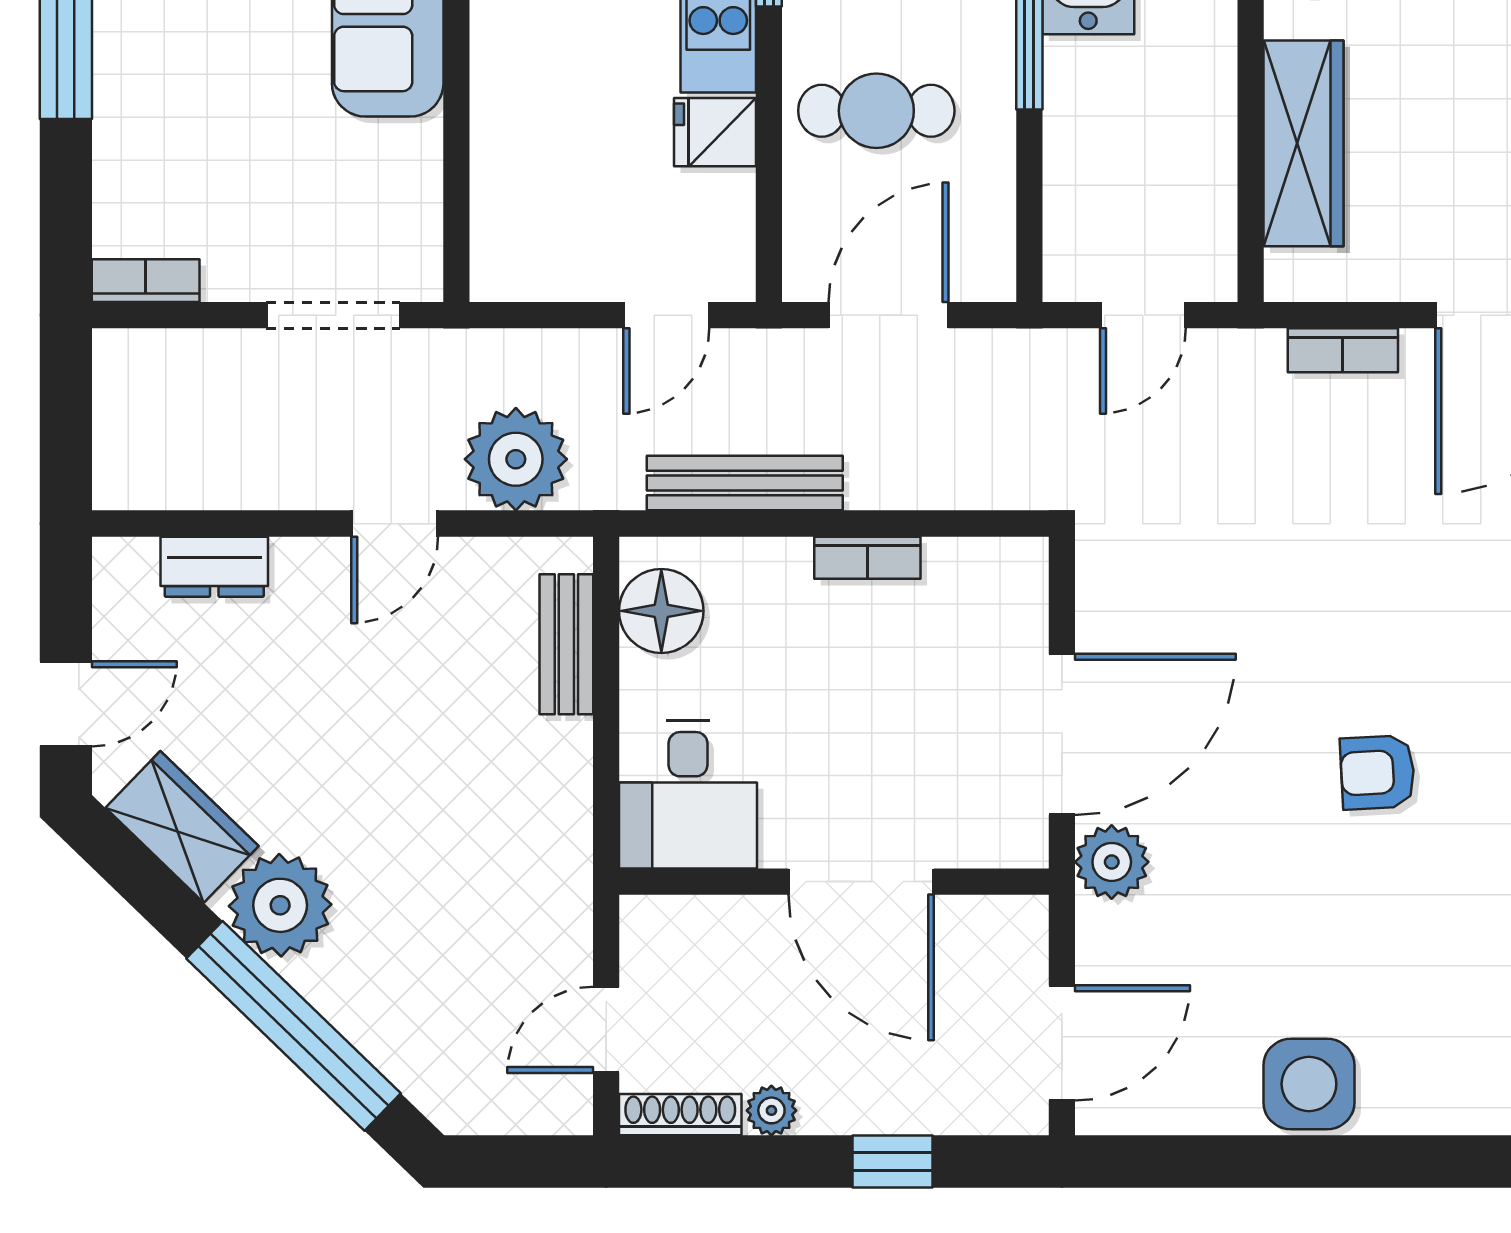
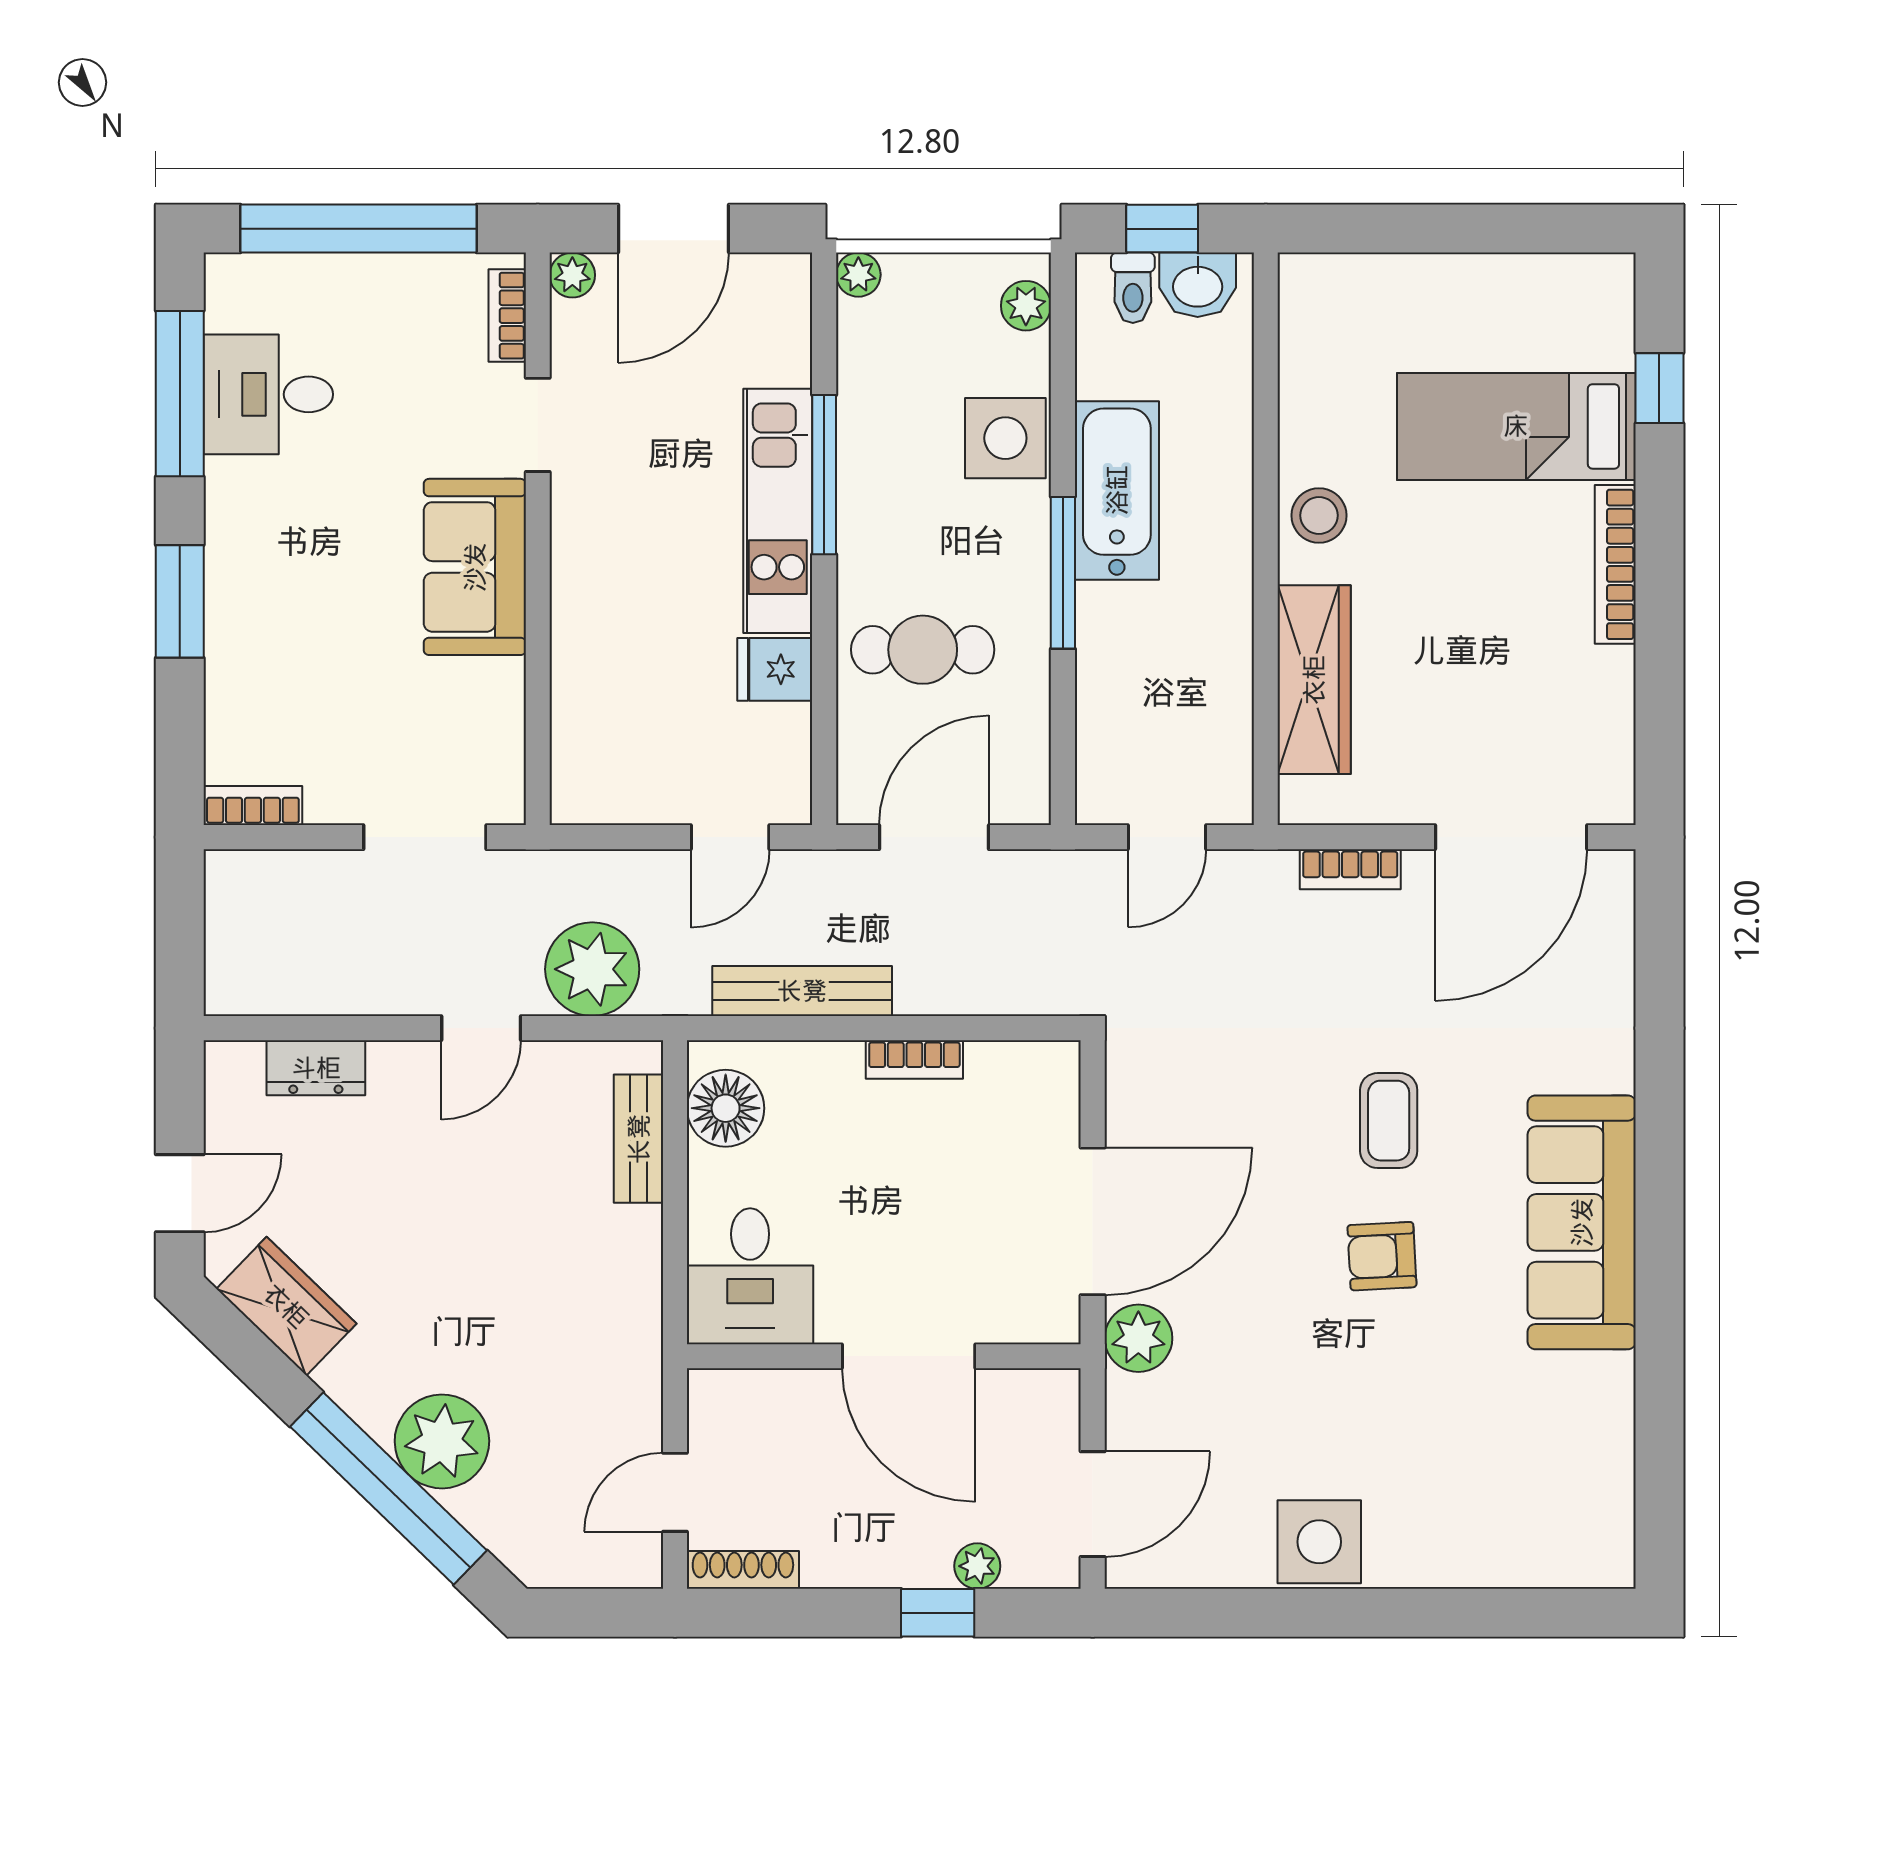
coffee table: (1385, 624) -> (1389, 1121), added
plant: (280, 905) -> (442, 1441), moved
plant: (771, 1110) -> (977, 1566), moved

